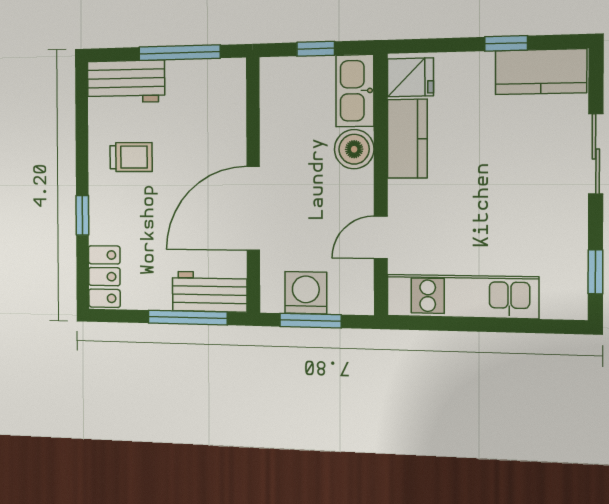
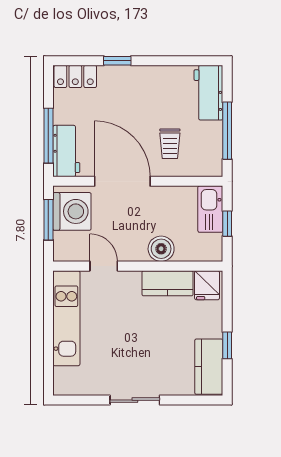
kitchen sink: (355, 91) -> (210, 209), moved, turned -90
sliding door: (596, 154) -> (135, 400), moved
trolley: (131, 157) -> (170, 144), moved
window: (595, 272) -> (83, 400), removed
washing machine: (306, 293) -> (72, 211), width x1.37, depth x1.37

